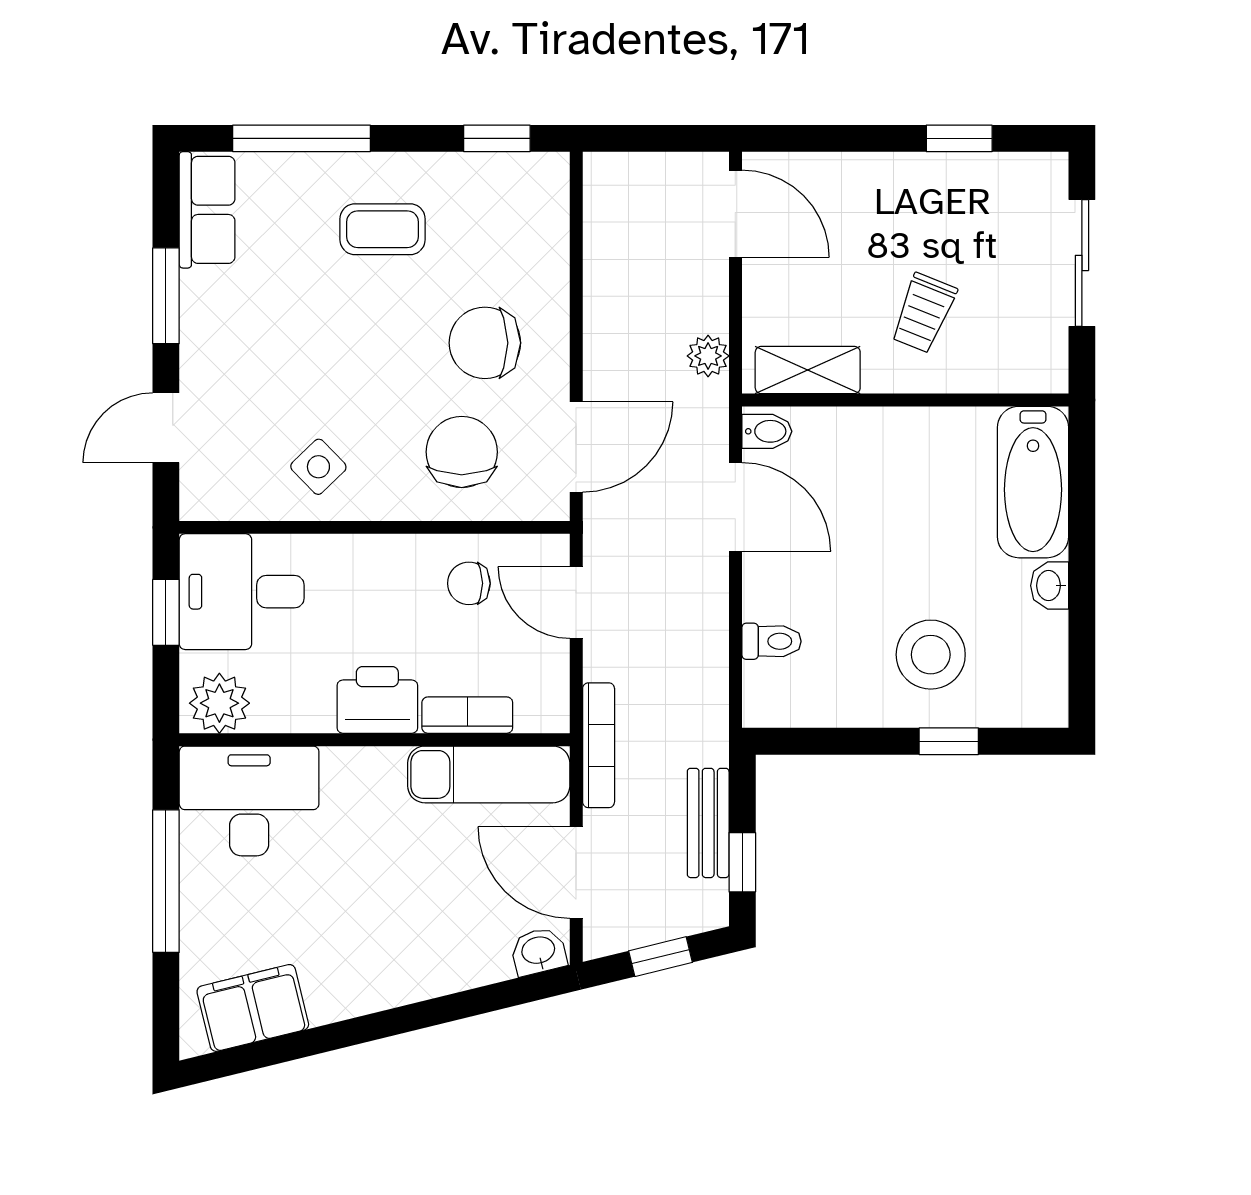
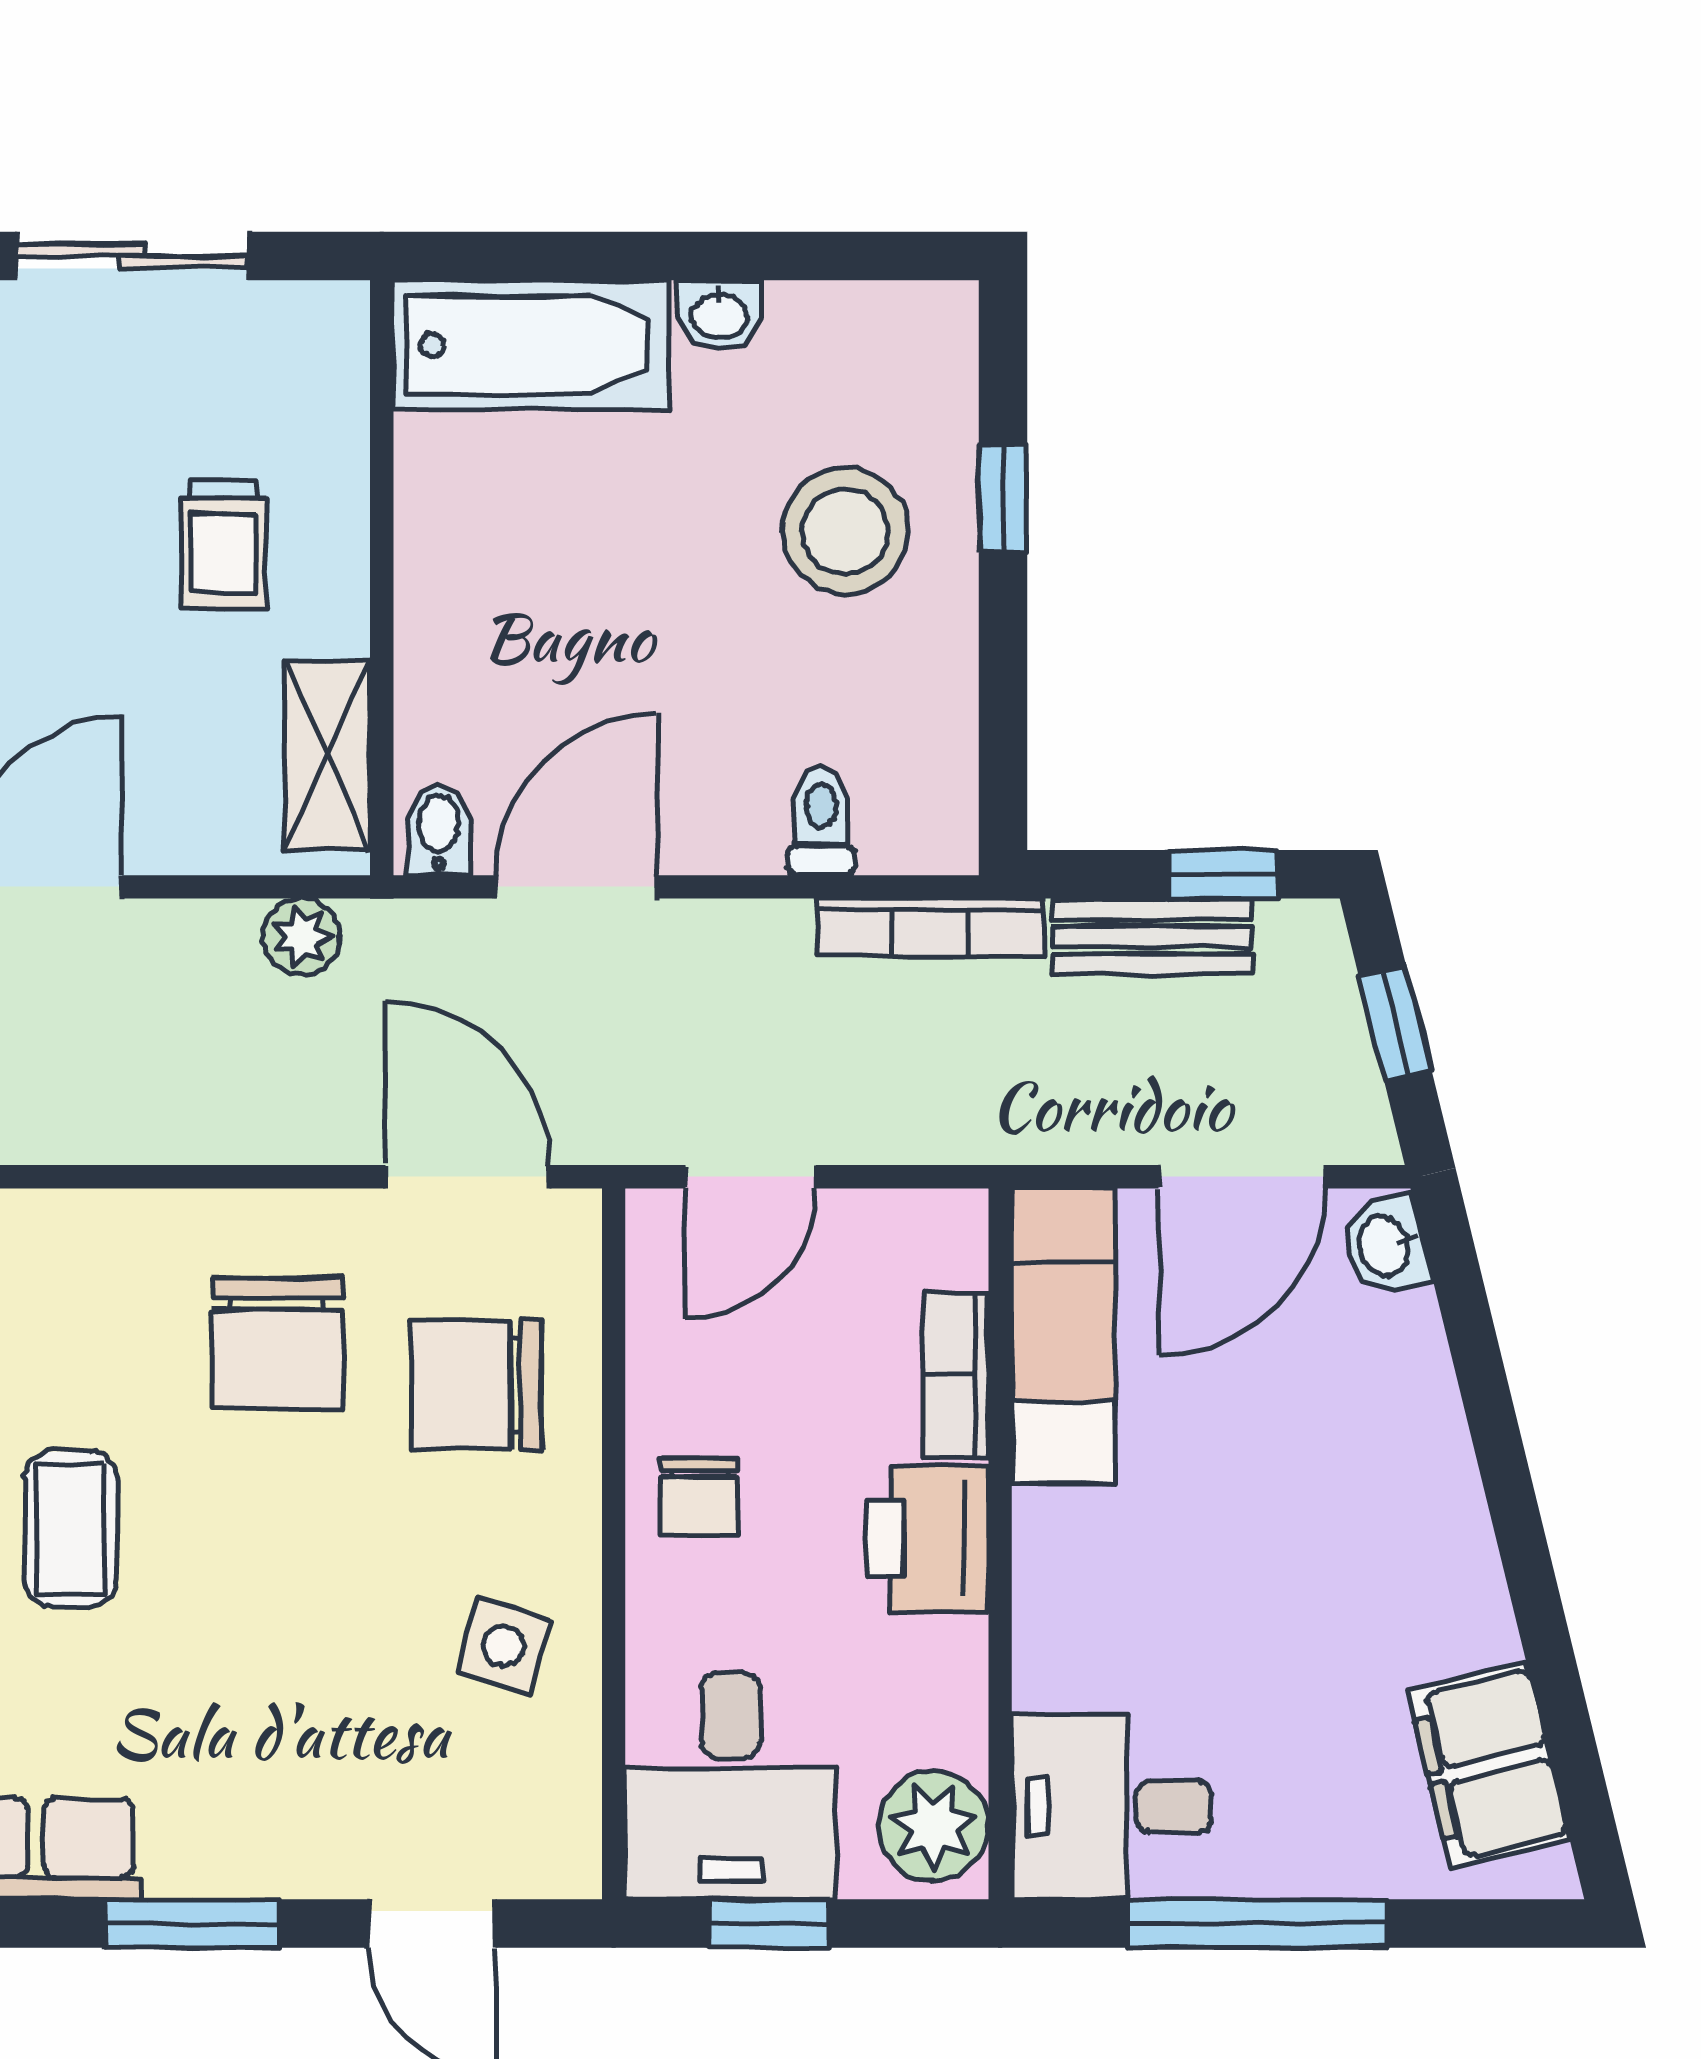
trolley: (924, 313) -> (223, 544), turned 68
side table: (318, 467) -> (503, 1646), turned -30
chair: (469, 583) -> (699, 1497), moved
bookcase: (599, 745) -> (931, 928), moved, turned 180
desk: (249, 801) -> (1112, 1807), width x0.73

